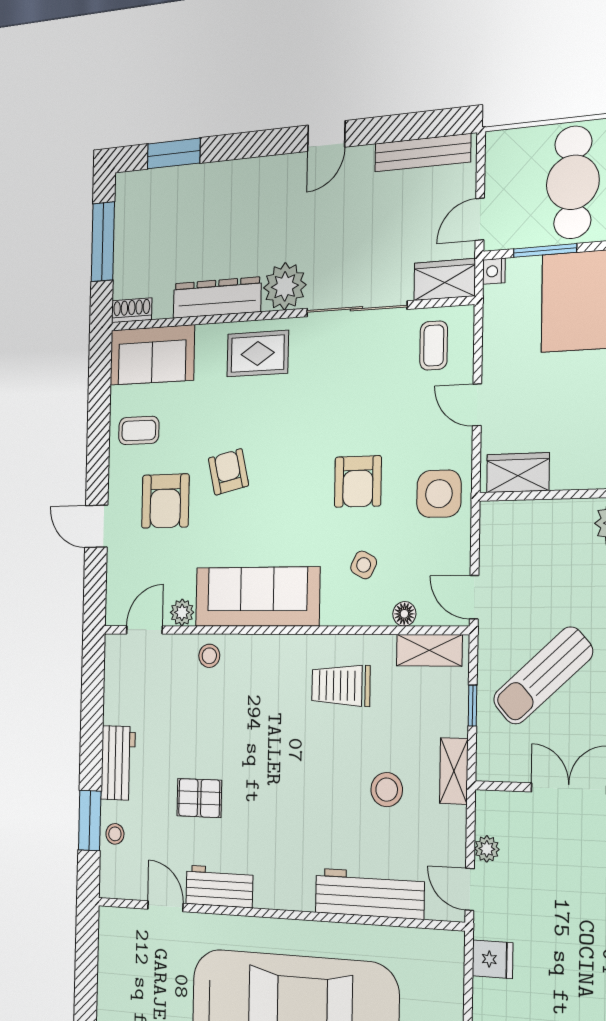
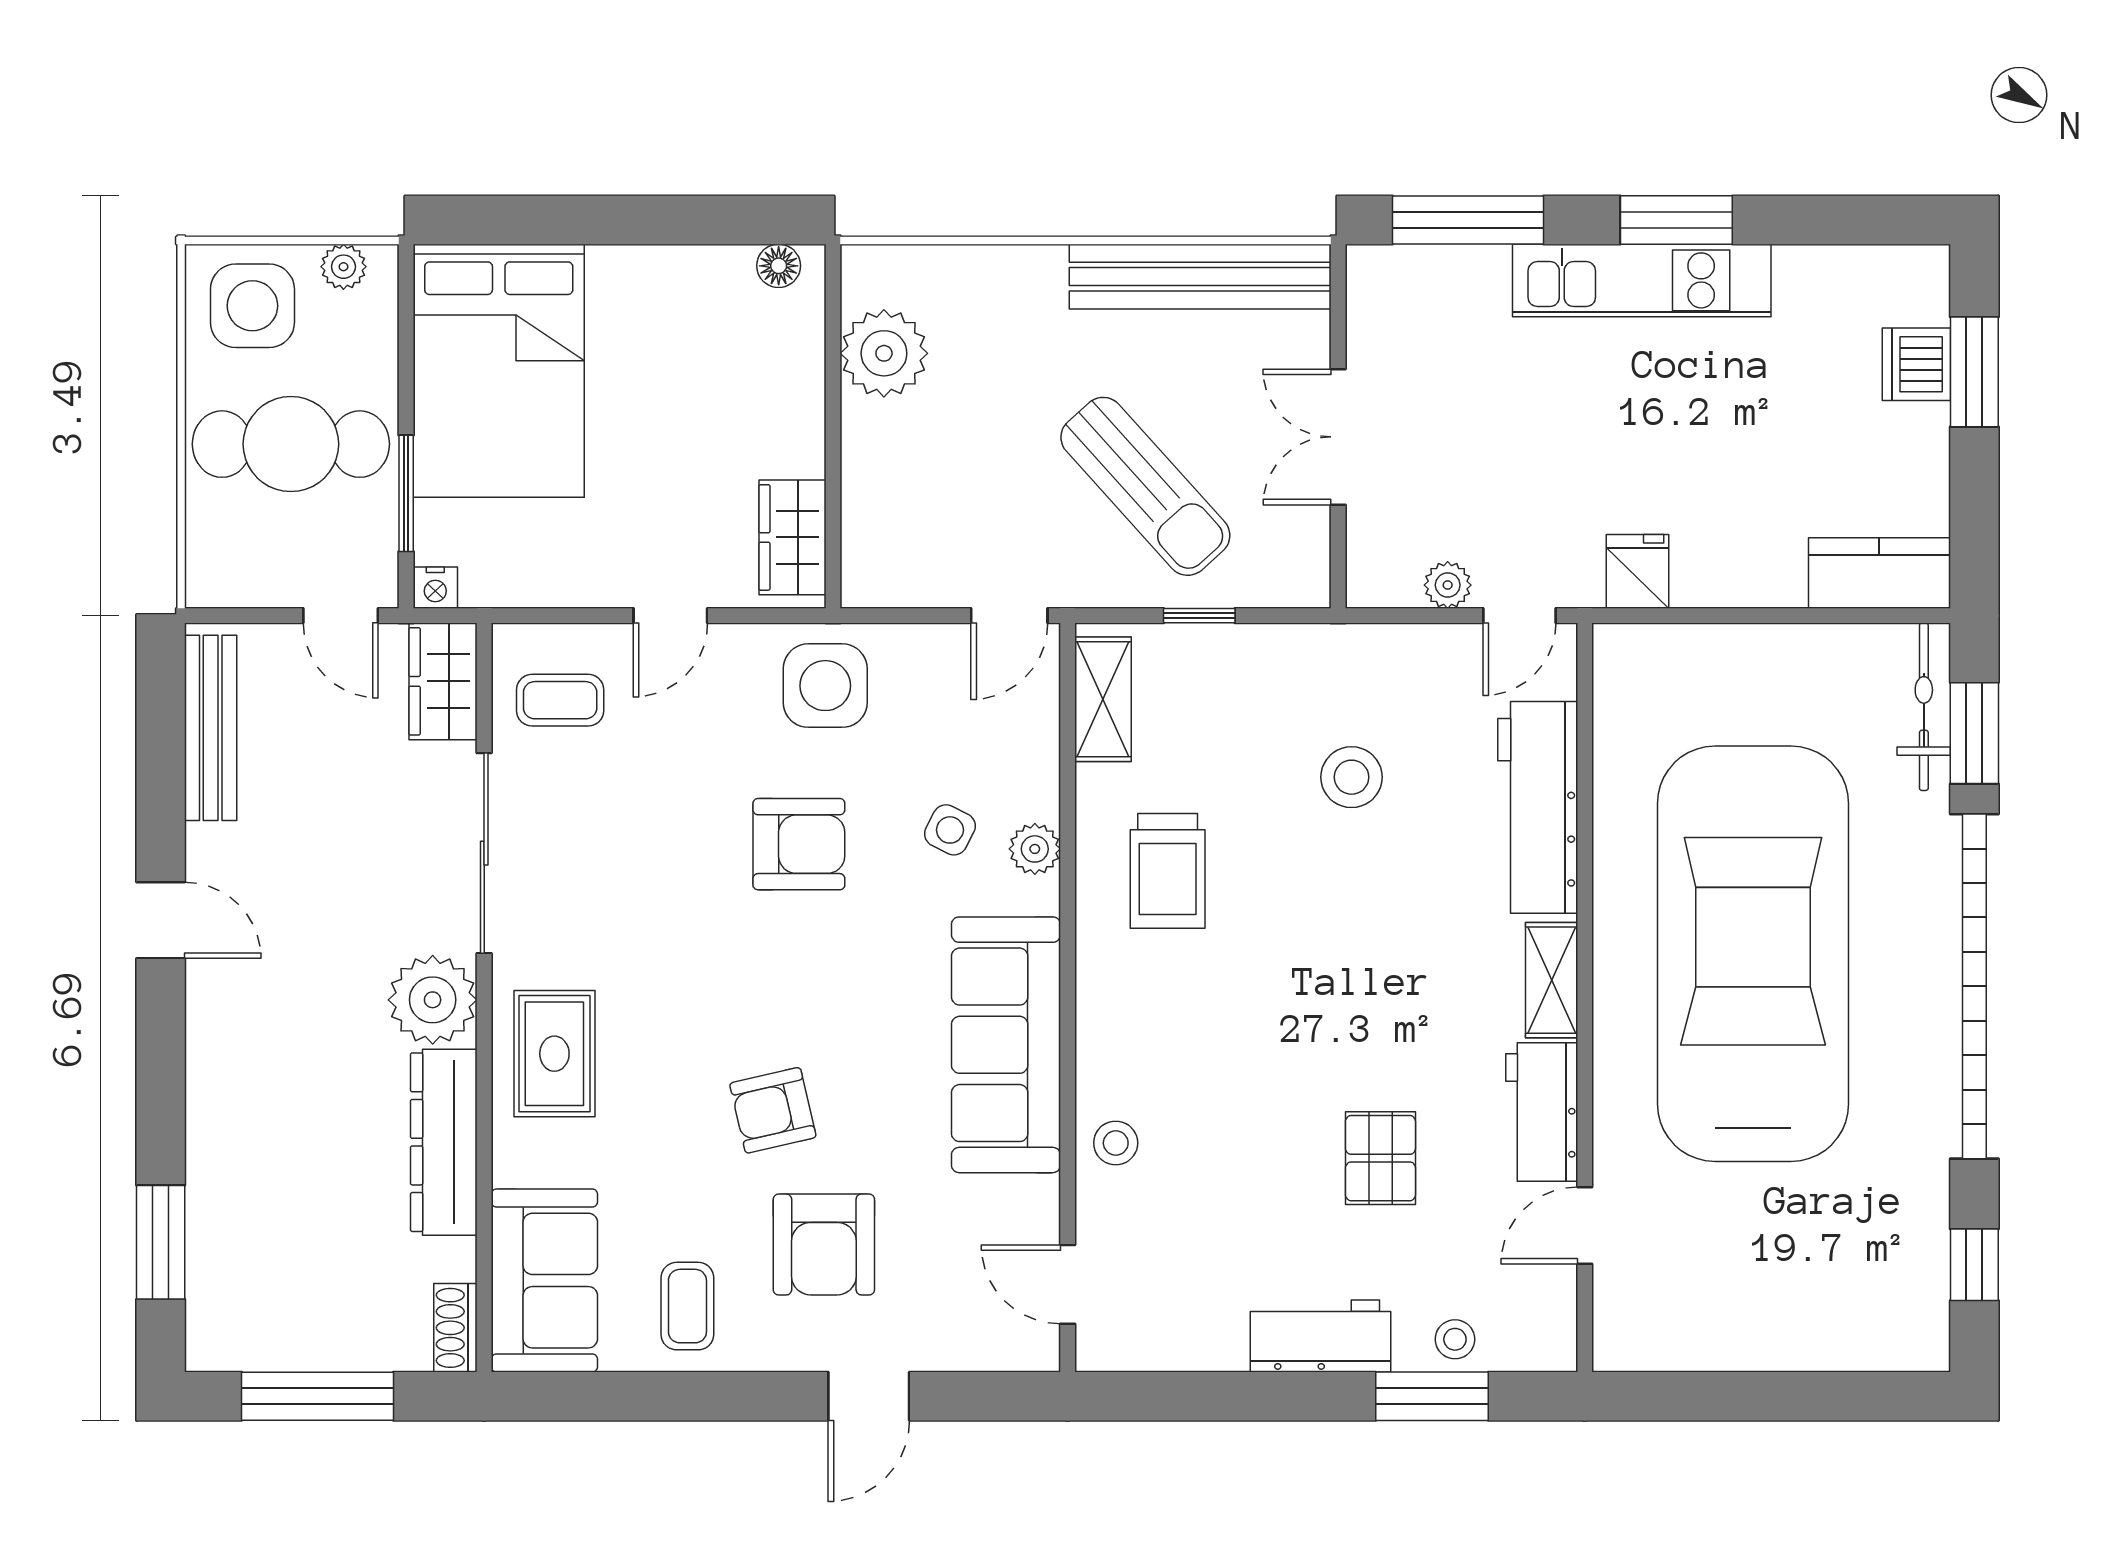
armchair: (165, 501) -> (824, 1245), turned 90
plant: (182, 612) -> (1035, 849), moved
floor lamp: (404, 614) -> (1038, 749), removed
shelving: (454, 771) -> (1552, 980), moved, turned 90

